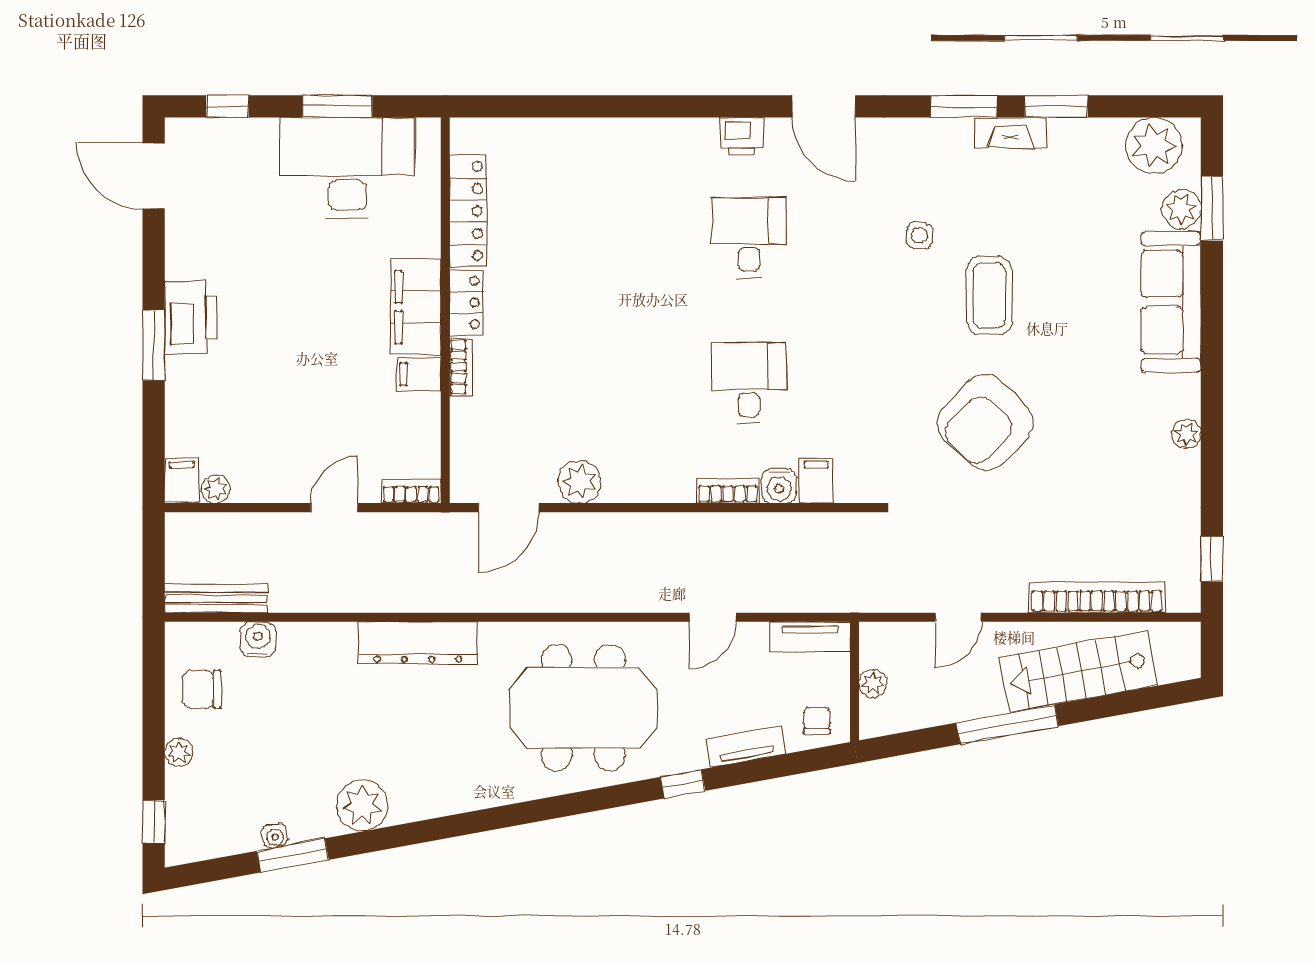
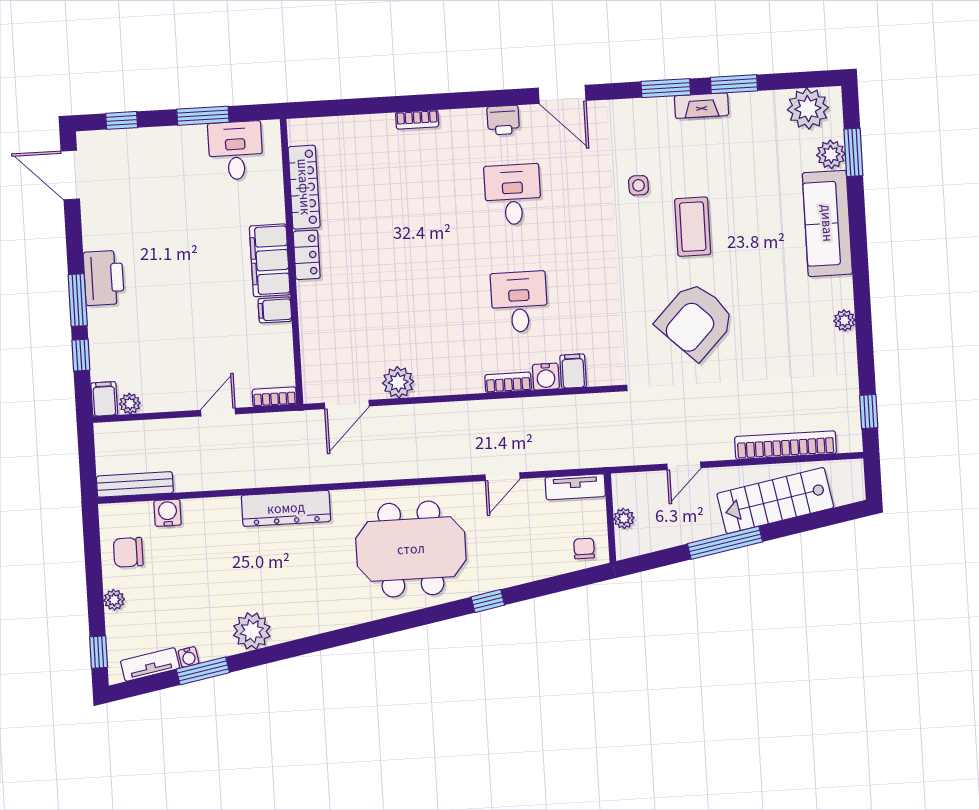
desk: (347, 168) -> (236, 151), width x0.53, depth x0.77
bookcase: (461, 367) -> (417, 120), moved, turned 90
window: (154, 420) -> (81, 355), added
tv unit: (746, 746) -> (150, 664), moved

